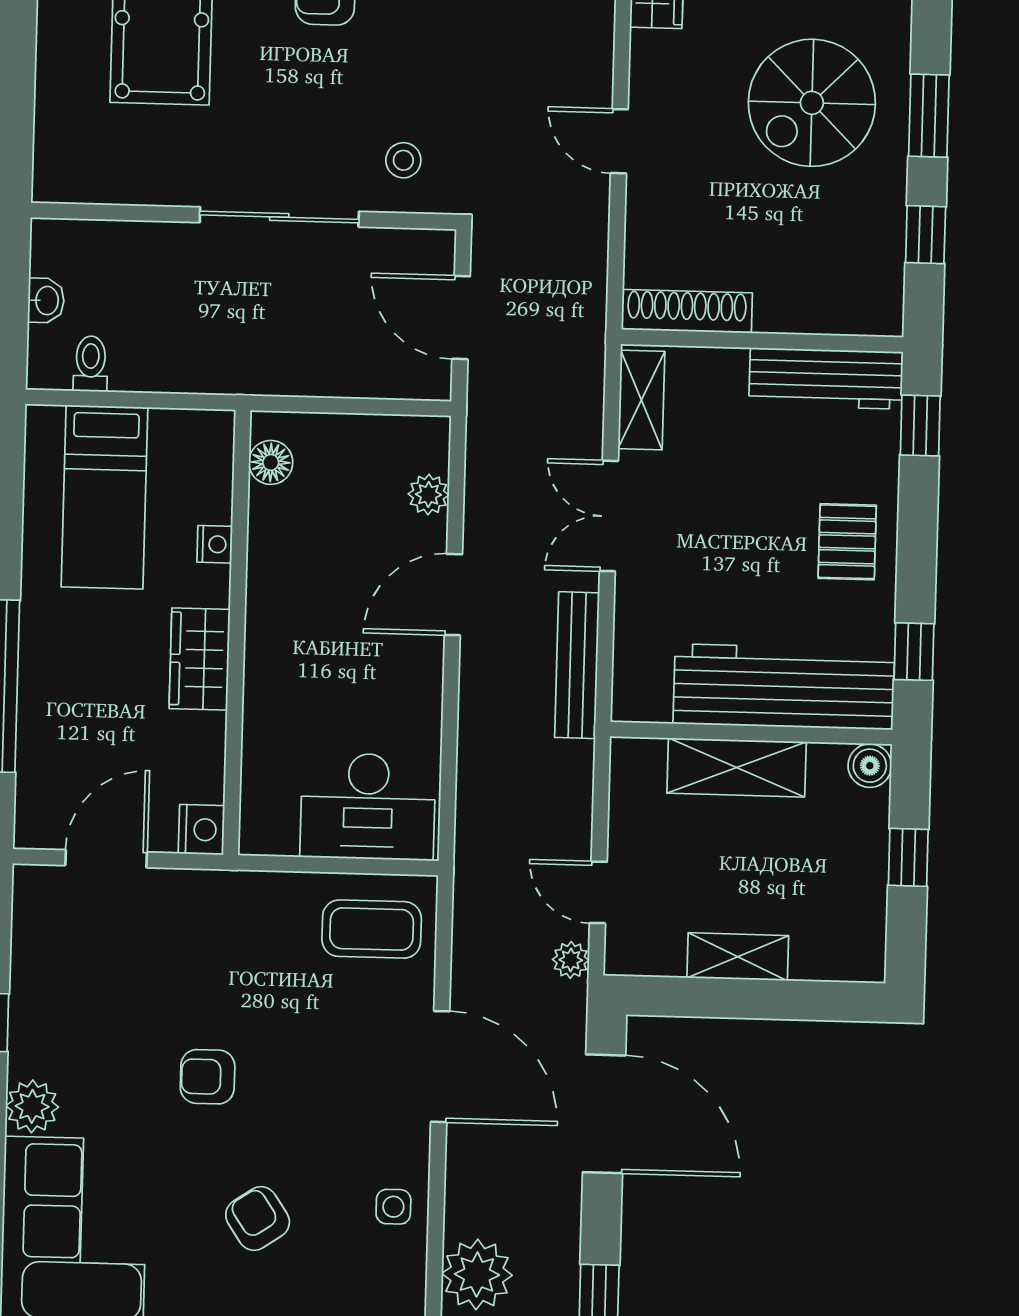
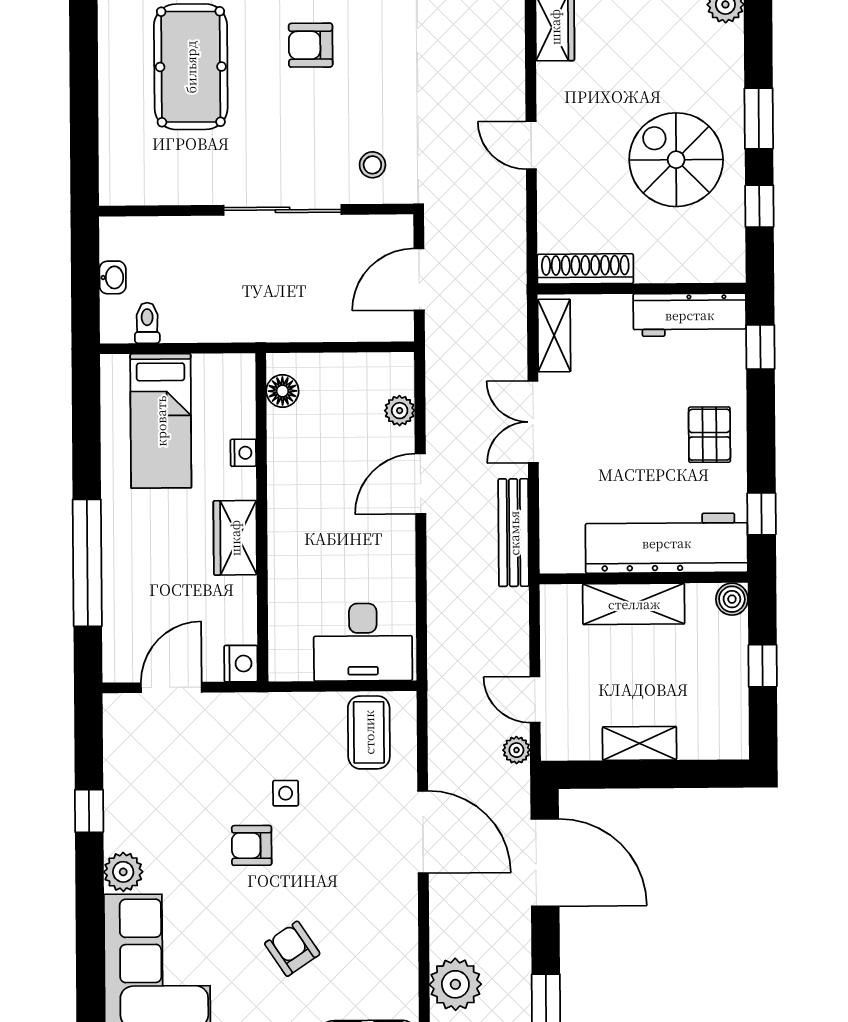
spiral stairs: (812, 103) -> (676, 160), moved, turned 90
door: (461, 318) -> (419, 279), hinge flipped
coffee table: (372, 929) -> (369, 732), turned 90
side table: (393, 1207) -> (286, 793), moved

